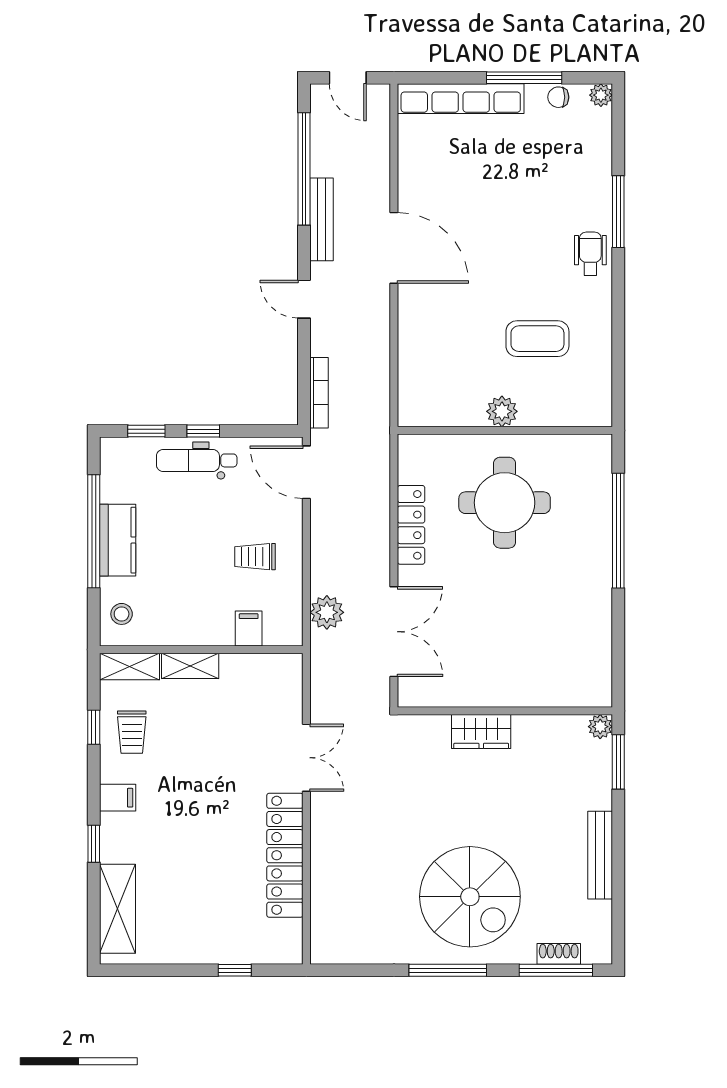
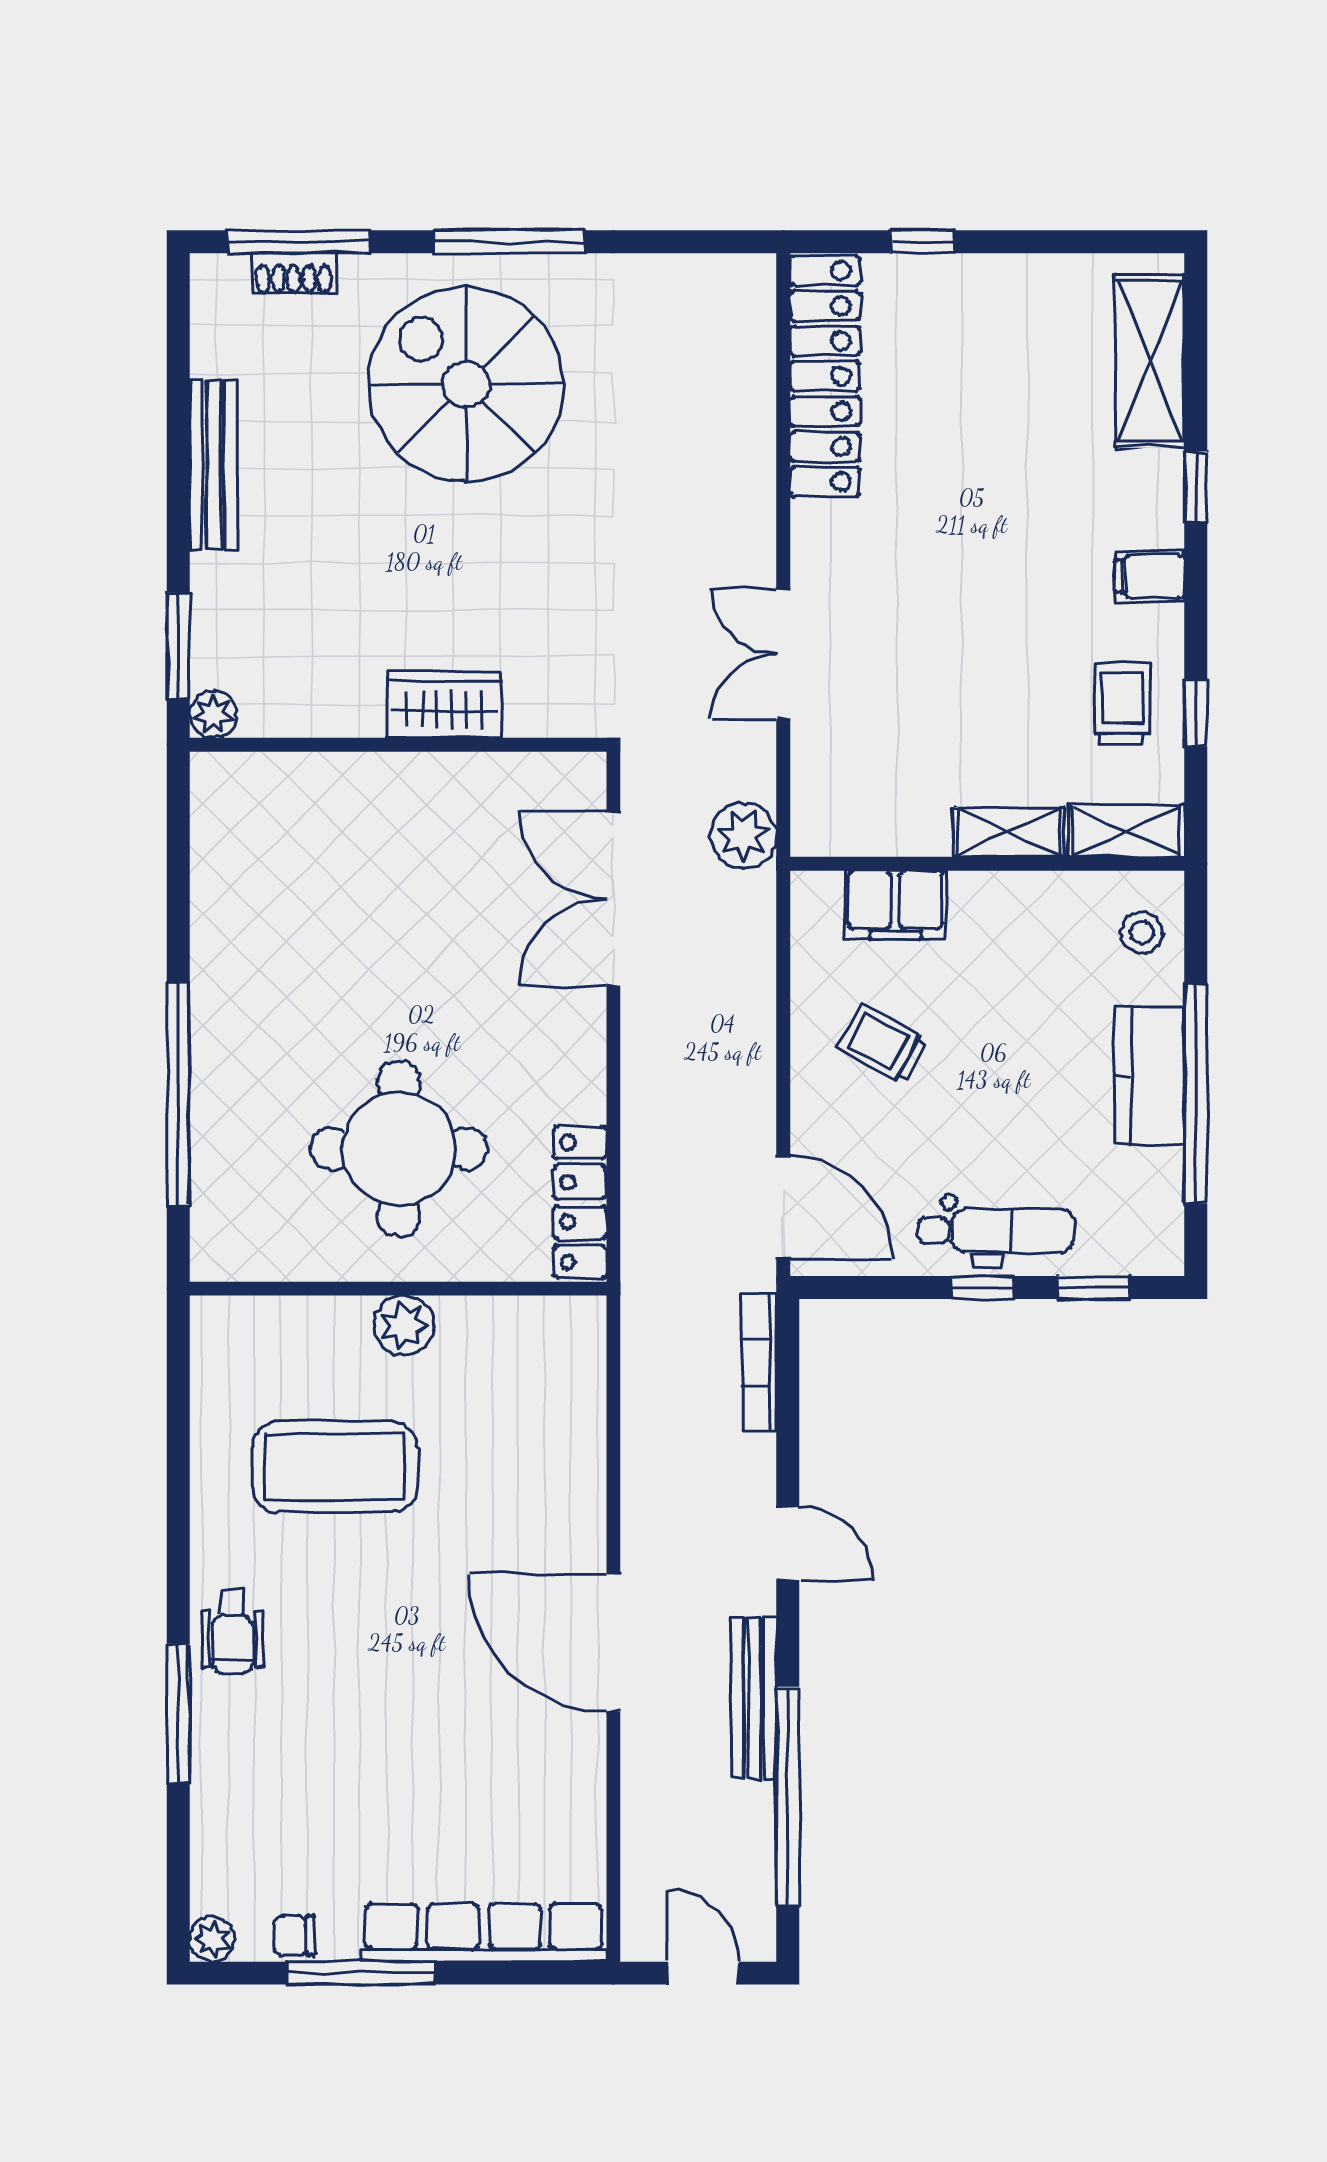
chair: (558, 97) -> (294, 1935), turned 180
coffee table: (537, 339) -> (335, 1467), width x1.36, depth x1.32
locker: (411, 525) -> (580, 1202), moved
trolley: (255, 557) -> (883, 1044), turned -152
plant: (327, 612) -> (744, 836), moved
filing cabinet: (249, 628) -> (895, 905), width x2.00
locker: (285, 855) -> (825, 376), moved

